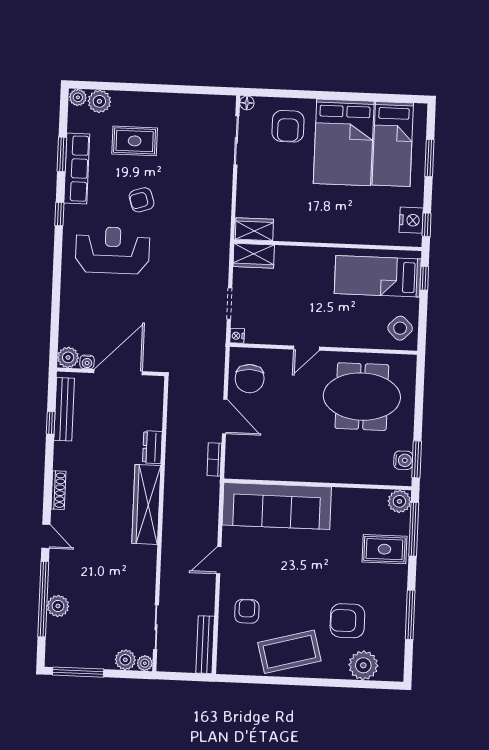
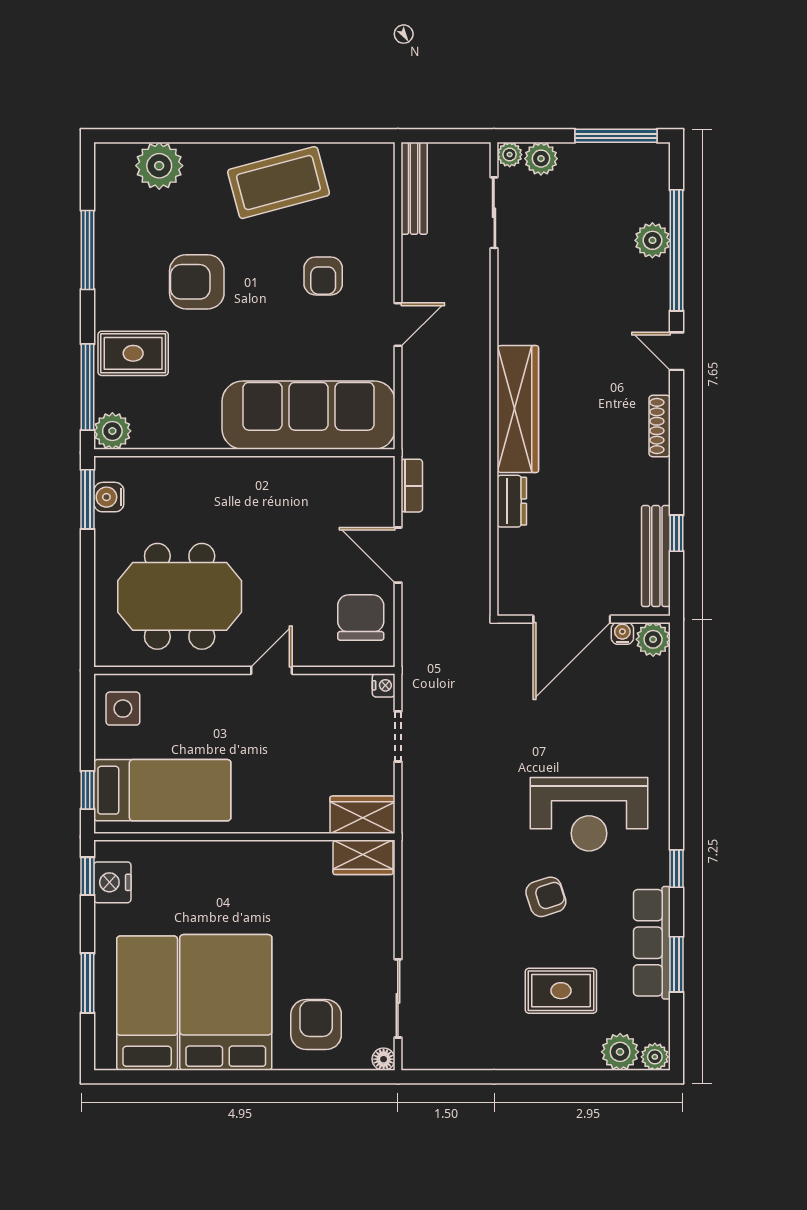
side table: (400, 328) -> (123, 709), turned 45
armchair: (247, 611) -> (323, 276), moved
armchair: (347, 621) -> (197, 282), moved, turned 180

